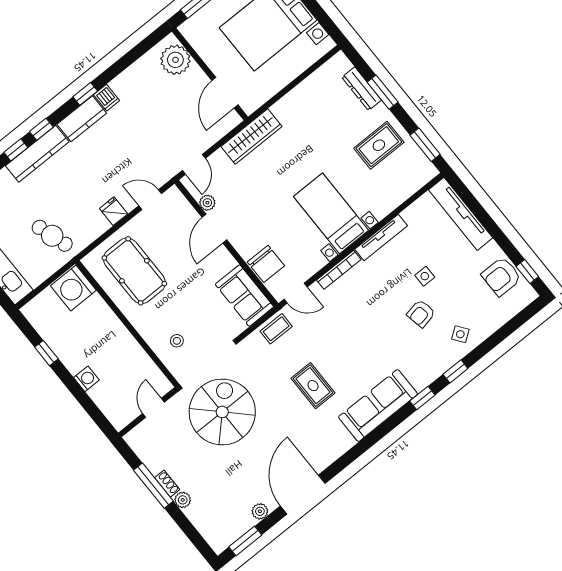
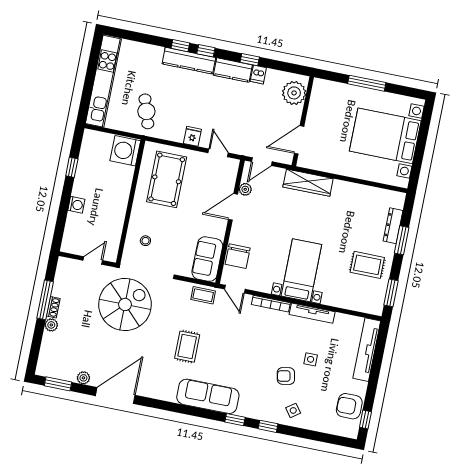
plant: (175, 60) -> (294, 93), moved
wall: (210, 74) -> (303, 121), moved
door: (225, 93) -> (299, 140), moved

